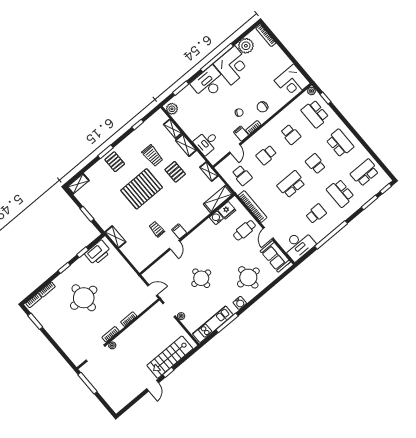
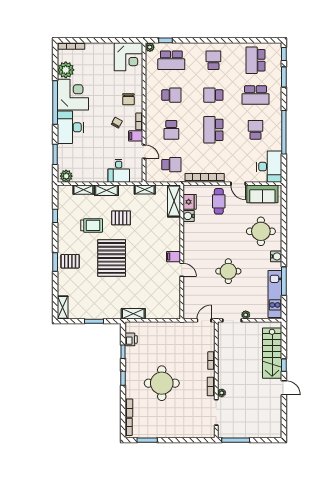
school desk: (340, 143) -> (213, 60), width x0.54
trolley: (157, 229) -> (156, 274), removed
printer: (98, 253) -> (131, 339), width x0.53, depth x0.68

